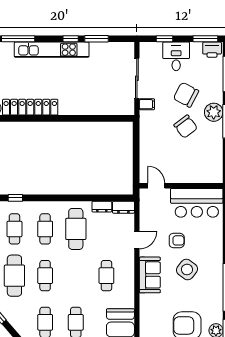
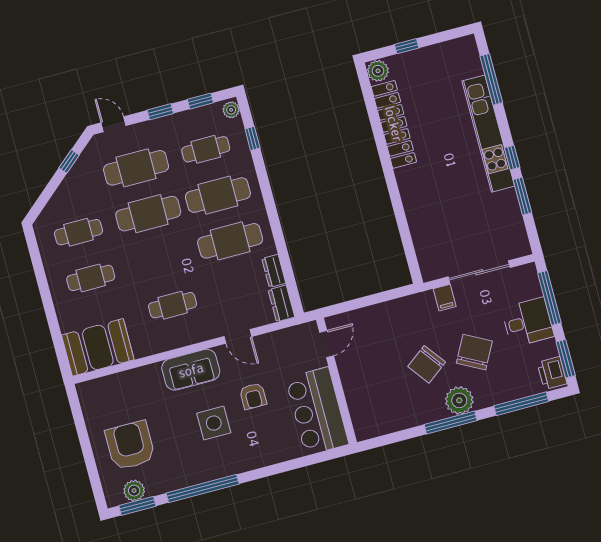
window: (165, 39) -> (549, 298), width x2.17
cafe table: (45, 229) -> (218, 195), width x1.37, depth x1.35
side table: (187, 269) -> (214, 423), turned -37
cafe table: (45, 276) -> (148, 214), width x1.37, depth x1.35

